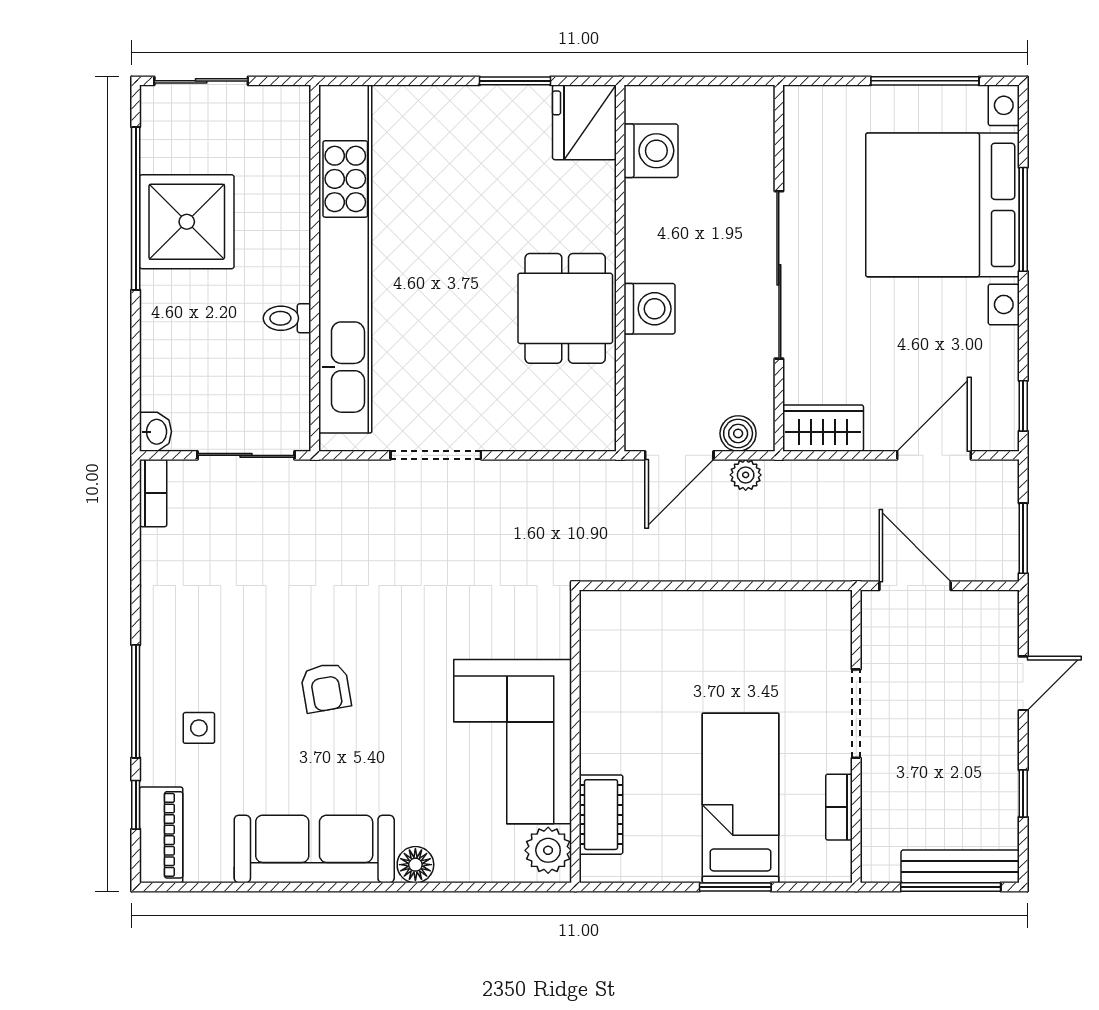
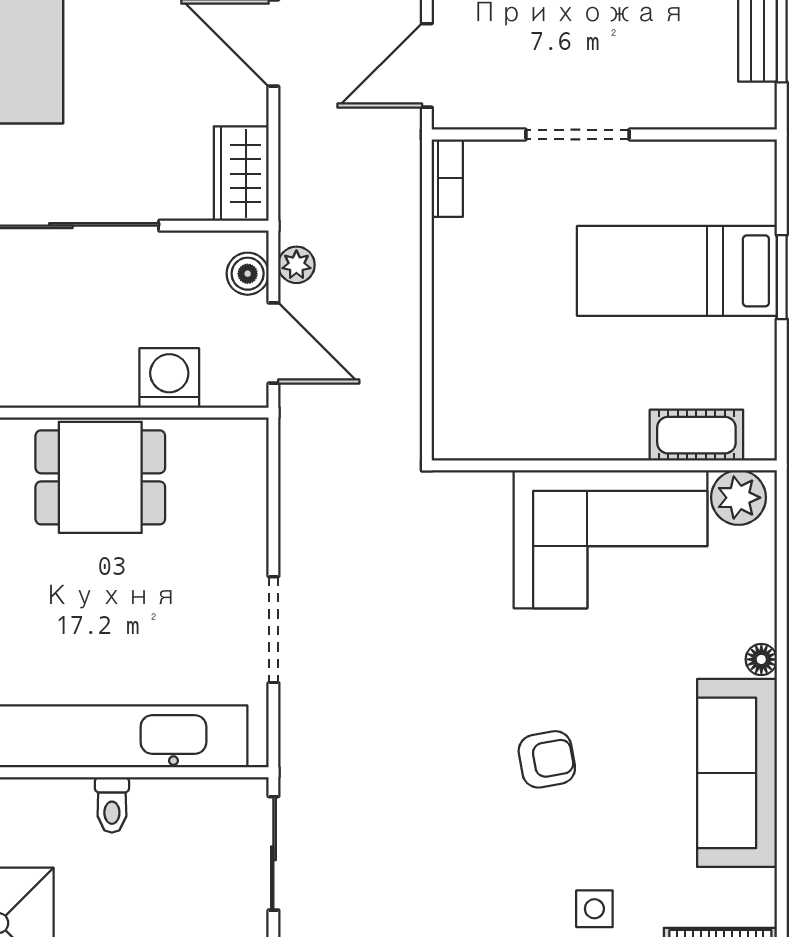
washing machine: (650, 309) -> (169, 378), moved
bookcase: (839, 807) -> (447, 178), moved, turned -90
floor lamp: (415, 865) -> (761, 659), width x0.73, depth x0.73

